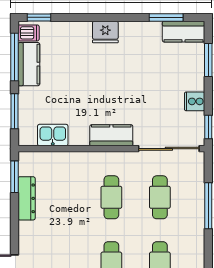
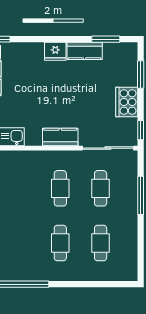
kitchen counter: (184, 32) -> (85, 51), moved
cooker: (195, 101) -> (127, 102), width x1.87, depth x1.31

